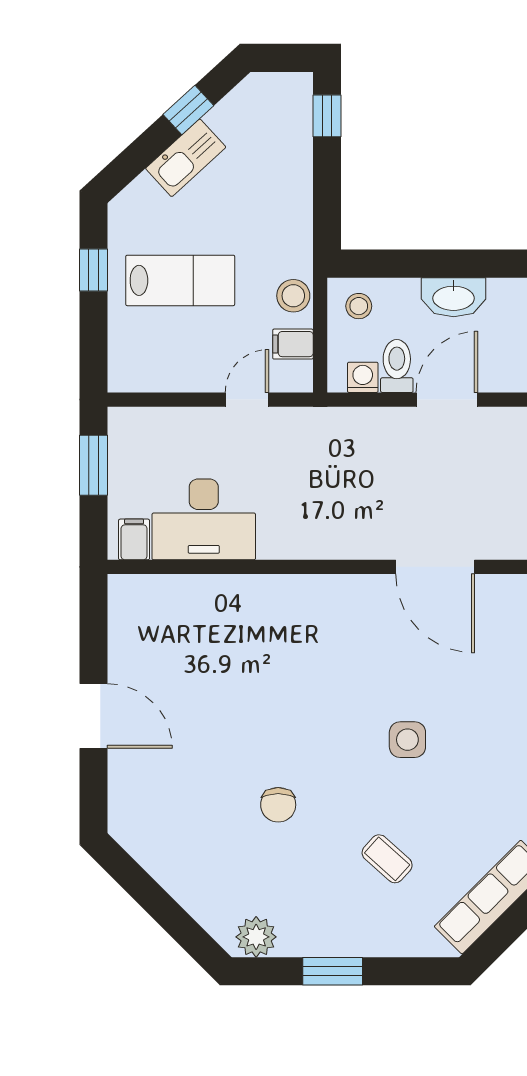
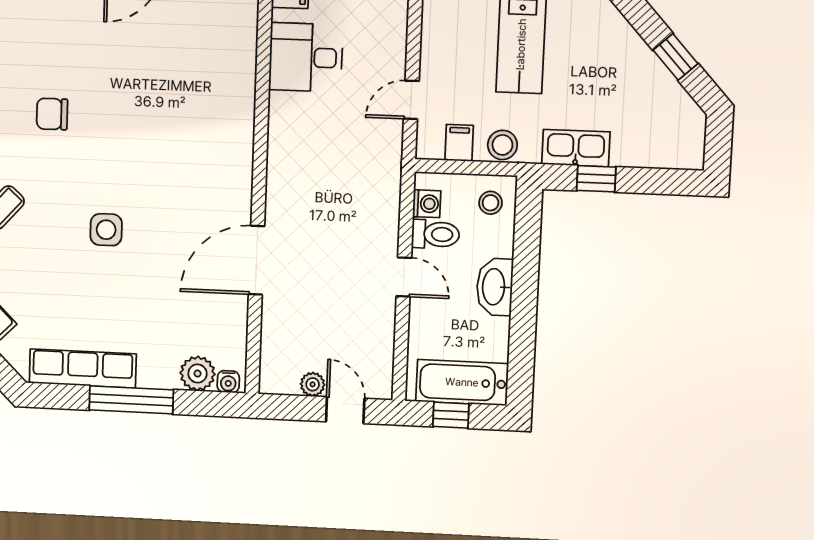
window: (327, 116) -> (596, 179), moved
kitchen sink: (186, 158) -> (576, 148), moved, turned 132
door: (247, 400) -> (411, 100), swing flipped
door: (447, 400) -> (404, 277), width x0.73
desk: (204, 519) -> (306, 57), width x0.73

